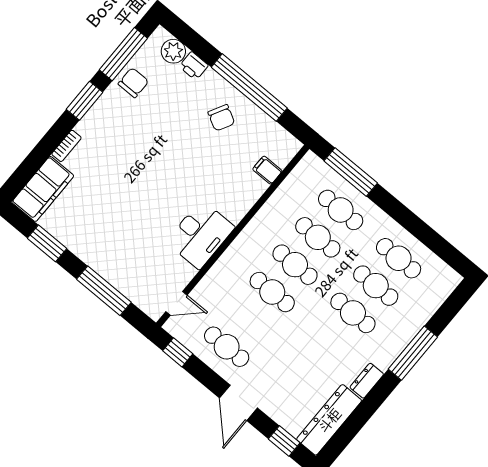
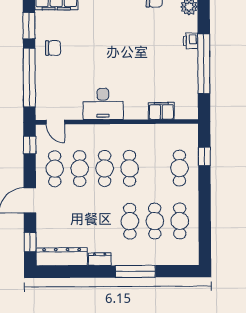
printer: (194, 66) -> (190, 41), moved
chair: (221, 118) -> (53, 48), moved, turned -118
filing cabinet: (267, 170) -> (161, 111), width x2.00
window: (351, 172) -> (204, 156), width x0.46
cafe table: (318, 237) -> (80, 169), moved
window: (104, 291) -> (29, 78), width x1.46

